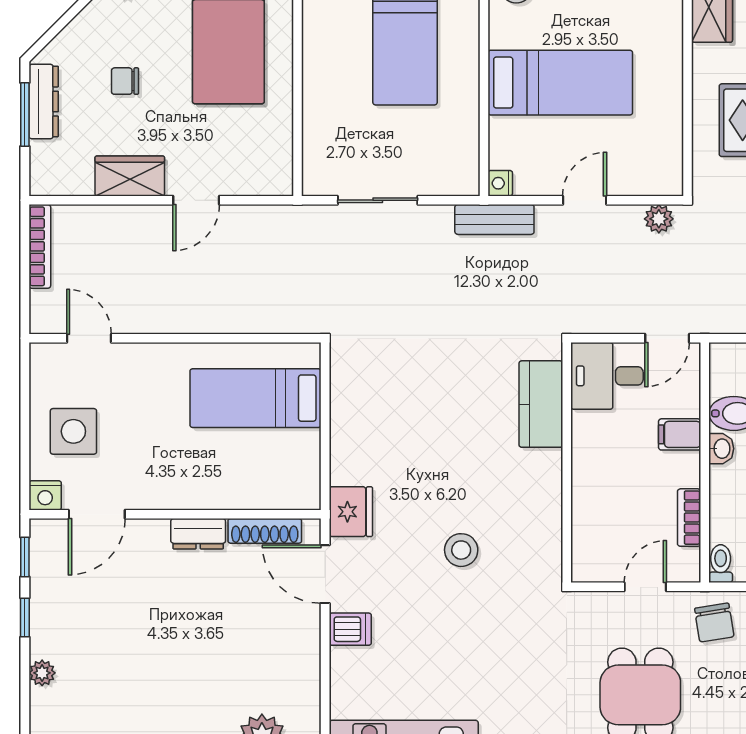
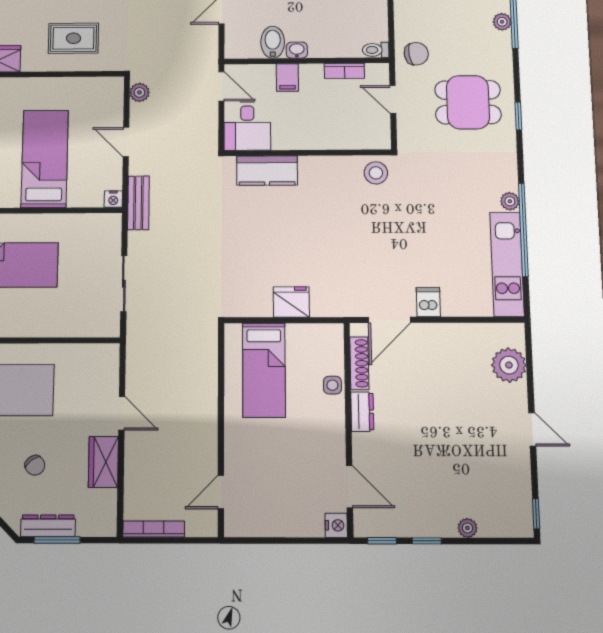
chair: (125, 81) -> (35, 465), turned -36
side table: (73, 431) -> (332, 385), moved, width x0.54, depth x0.54
fridge: (351, 512) -> (291, 302), moved
stool: (461, 550) -> (376, 173), moved

